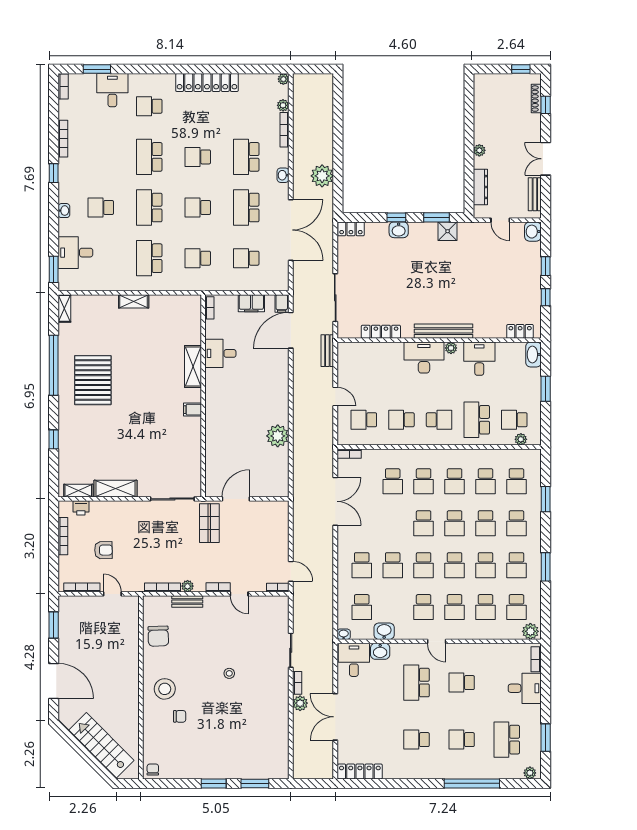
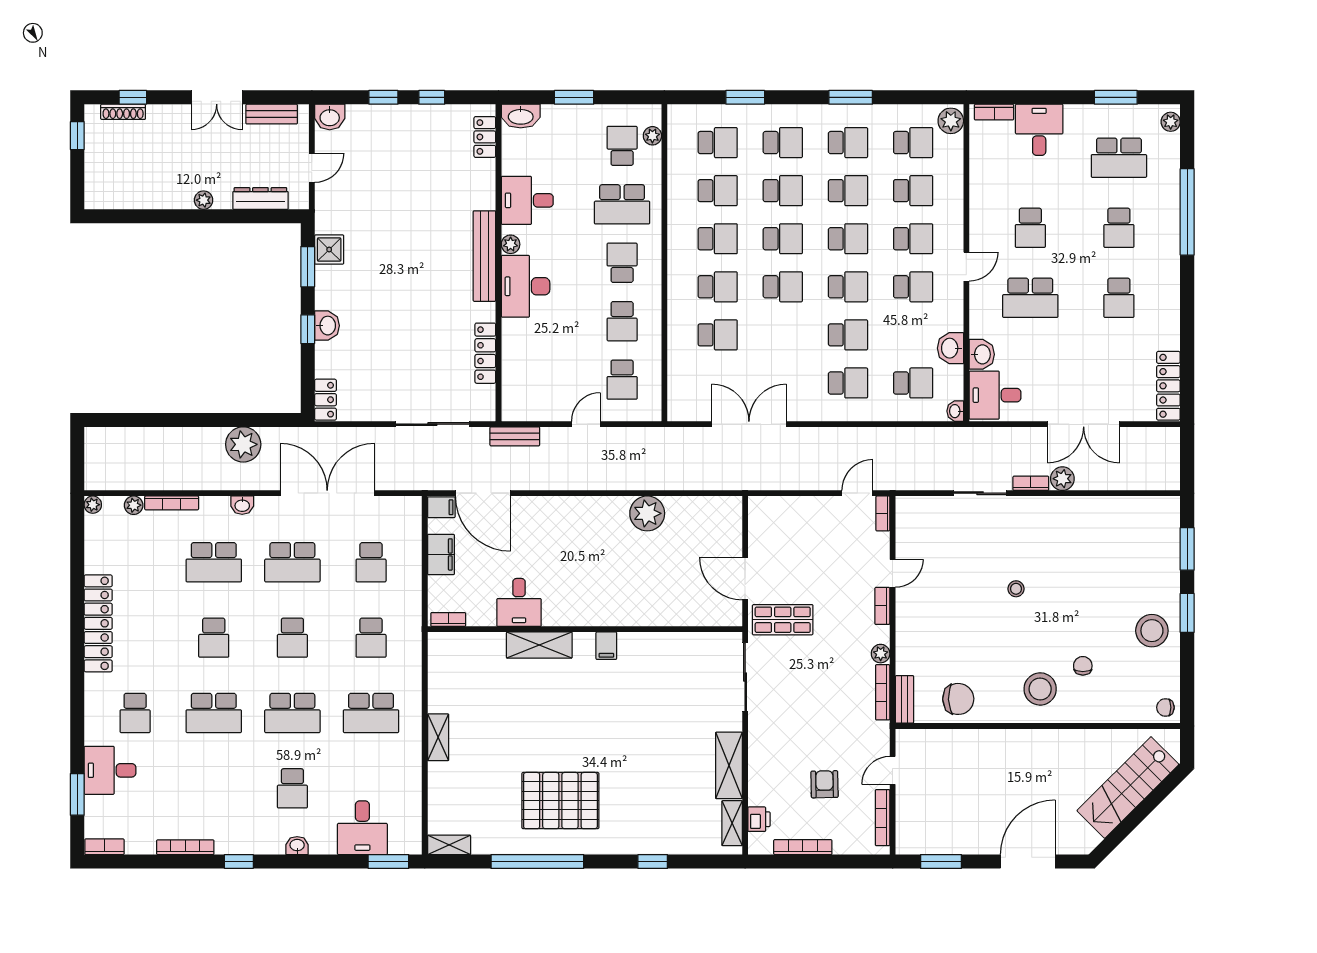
school desk: (514, 420) -> (622, 146), turned 180
bookcase: (349, 454) -> (675, 403), removed
bench: (187, 602) -> (904, 699), moved
stool: (202, 761) -> (1152, 631), added

